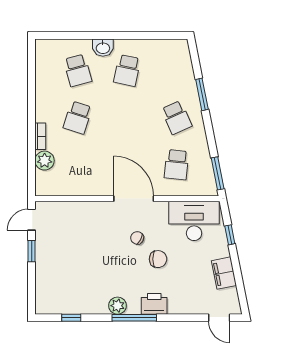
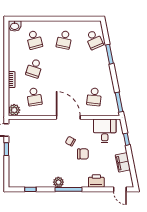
washbasin: (103, 48) -> (15, 26), moved
school desk: (177, 118) -> (94, 40), moved
plant: (45, 161) -> (14, 110), moved
school desk: (78, 165) -> (34, 97), added
desk: (194, 221) -> (105, 131), width x0.73
printer: (154, 304) -> (96, 181), moved

